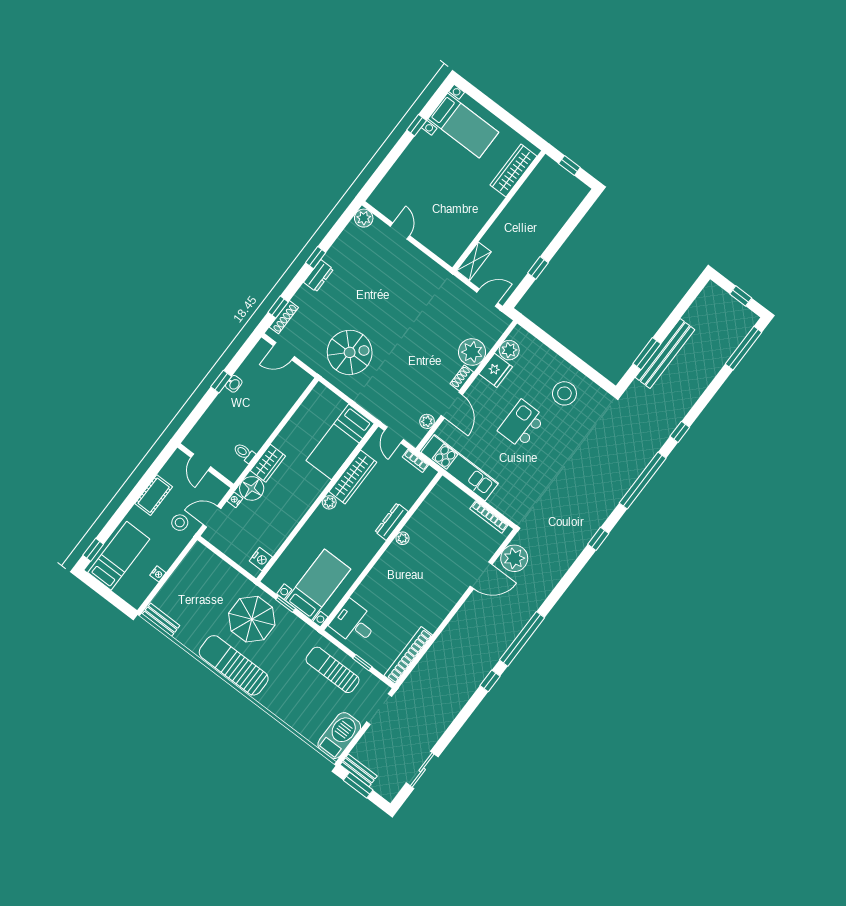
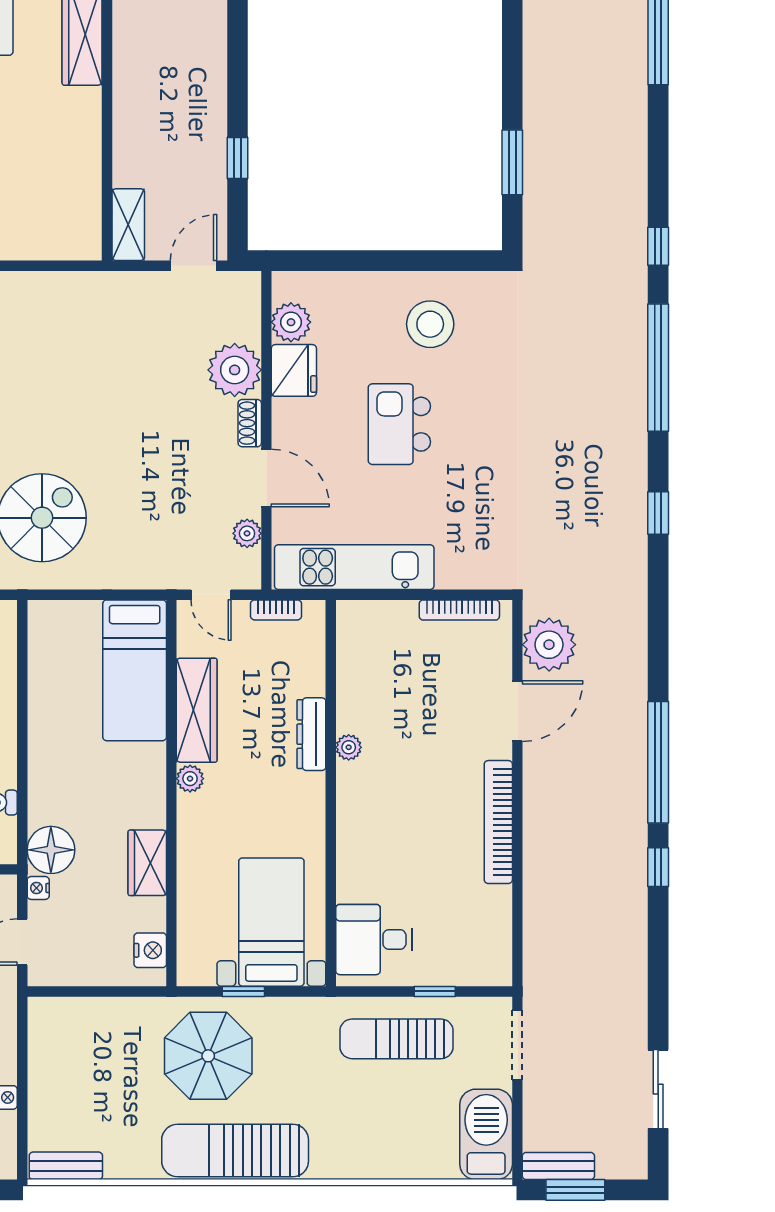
bench: (665, 354) -> (541, 140), removed
wardrobe: (268, 463) -> (147, 863), moved, turned 180
bookcase: (408, 655) -> (498, 822), moved

